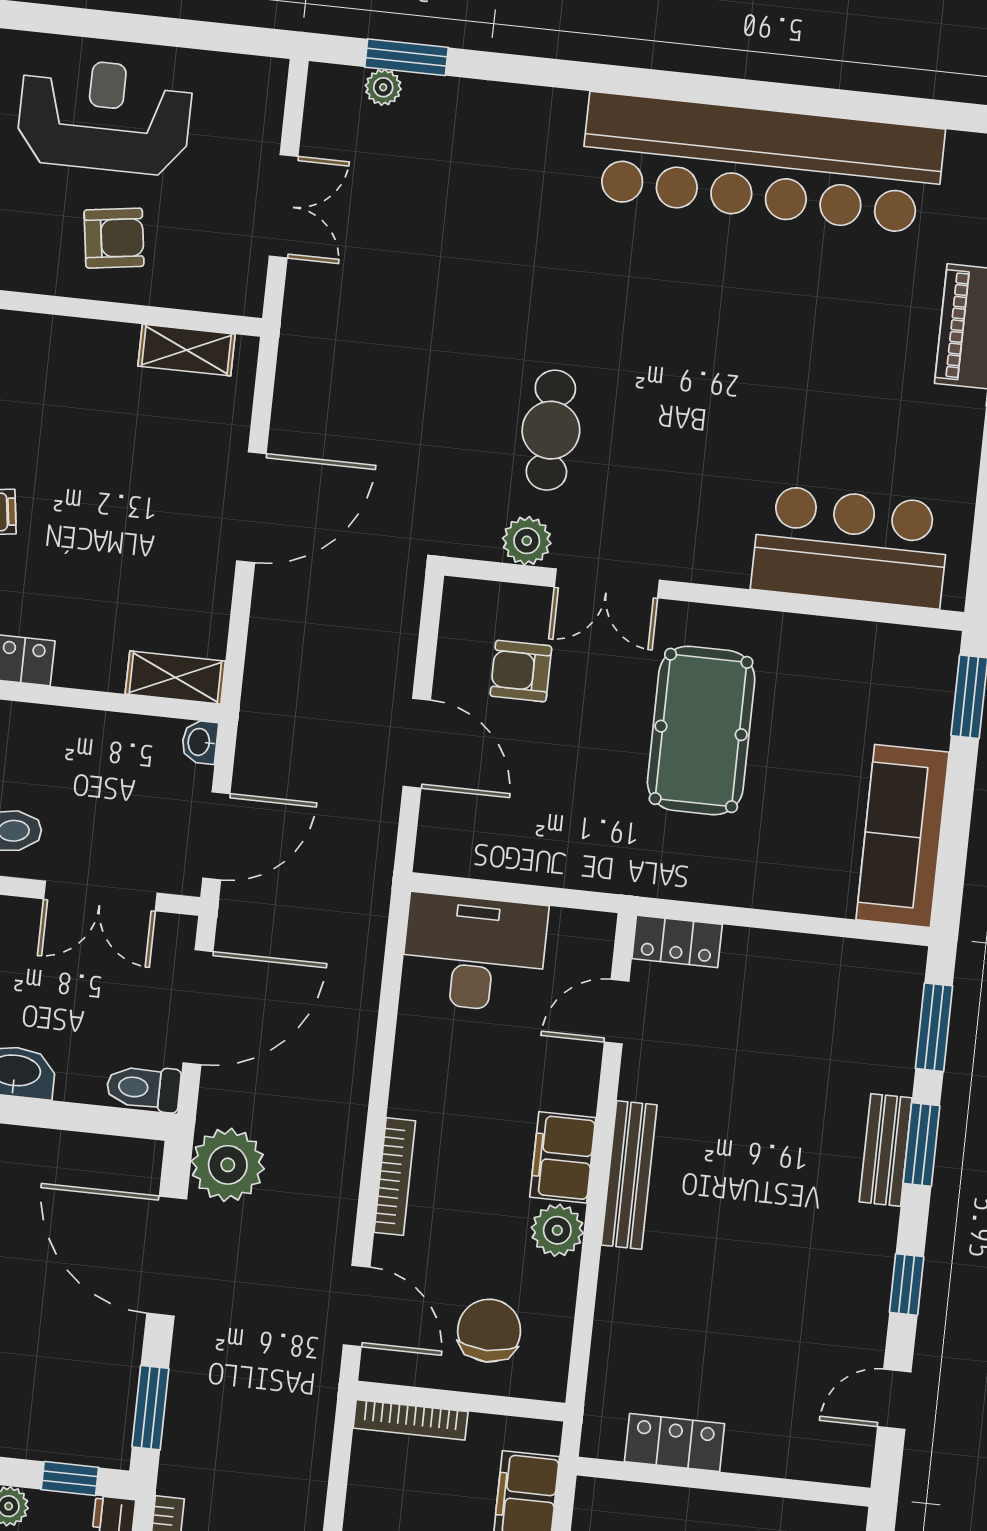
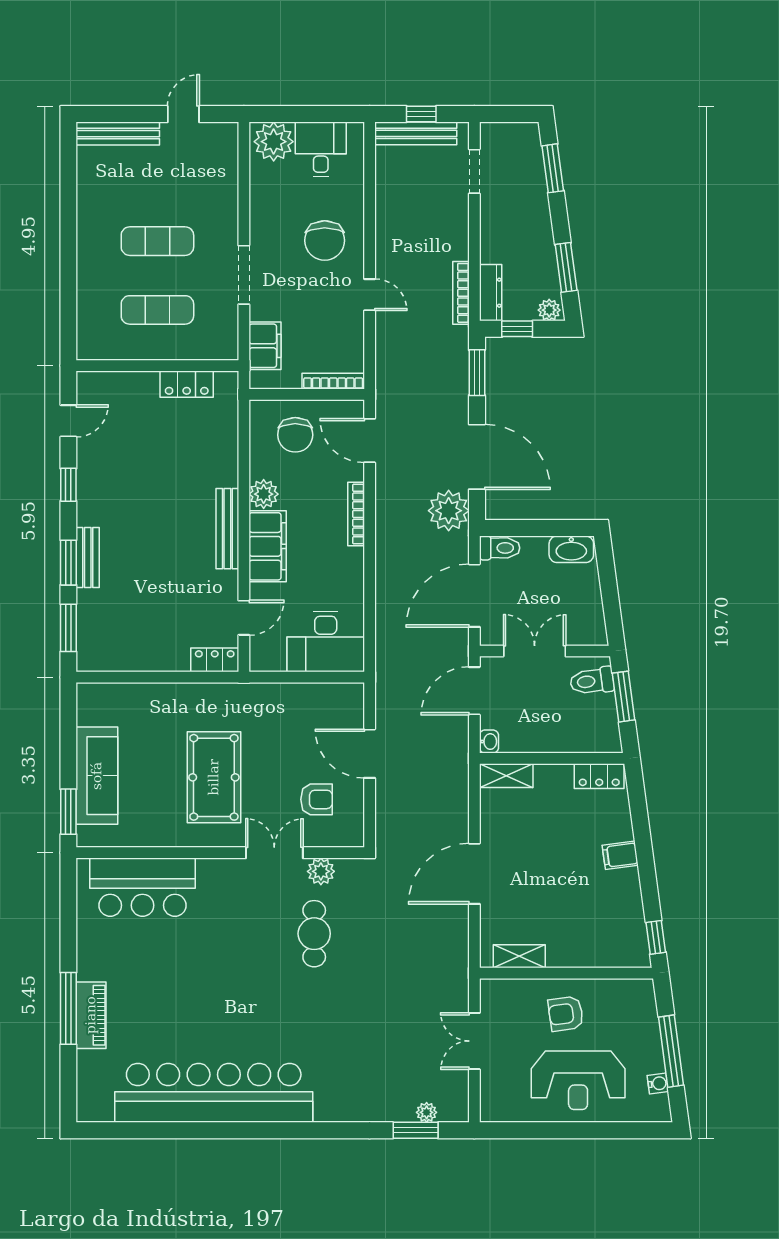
sofa: (903, 836) -> (97, 776), moved
filing cabinet: (563, 1157) -> (268, 546), width x1.50, depth x1.17

